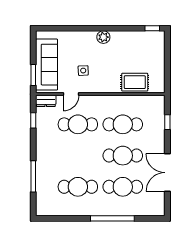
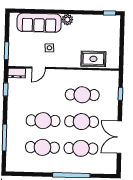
sofa: (47, 65) -> (39, 23), moved, turned 90
cafe table: (78, 124) -> (43, 121), moved

